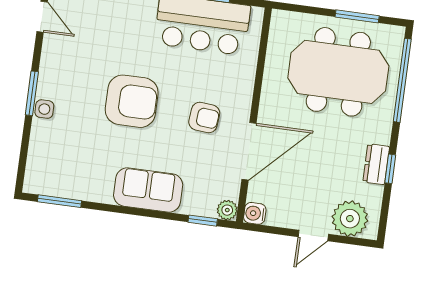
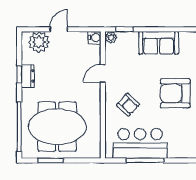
armchair: (204, 117) -> (128, 105), moved, turned -142
door: (249, 151) -> (103, 73), width x0.53

